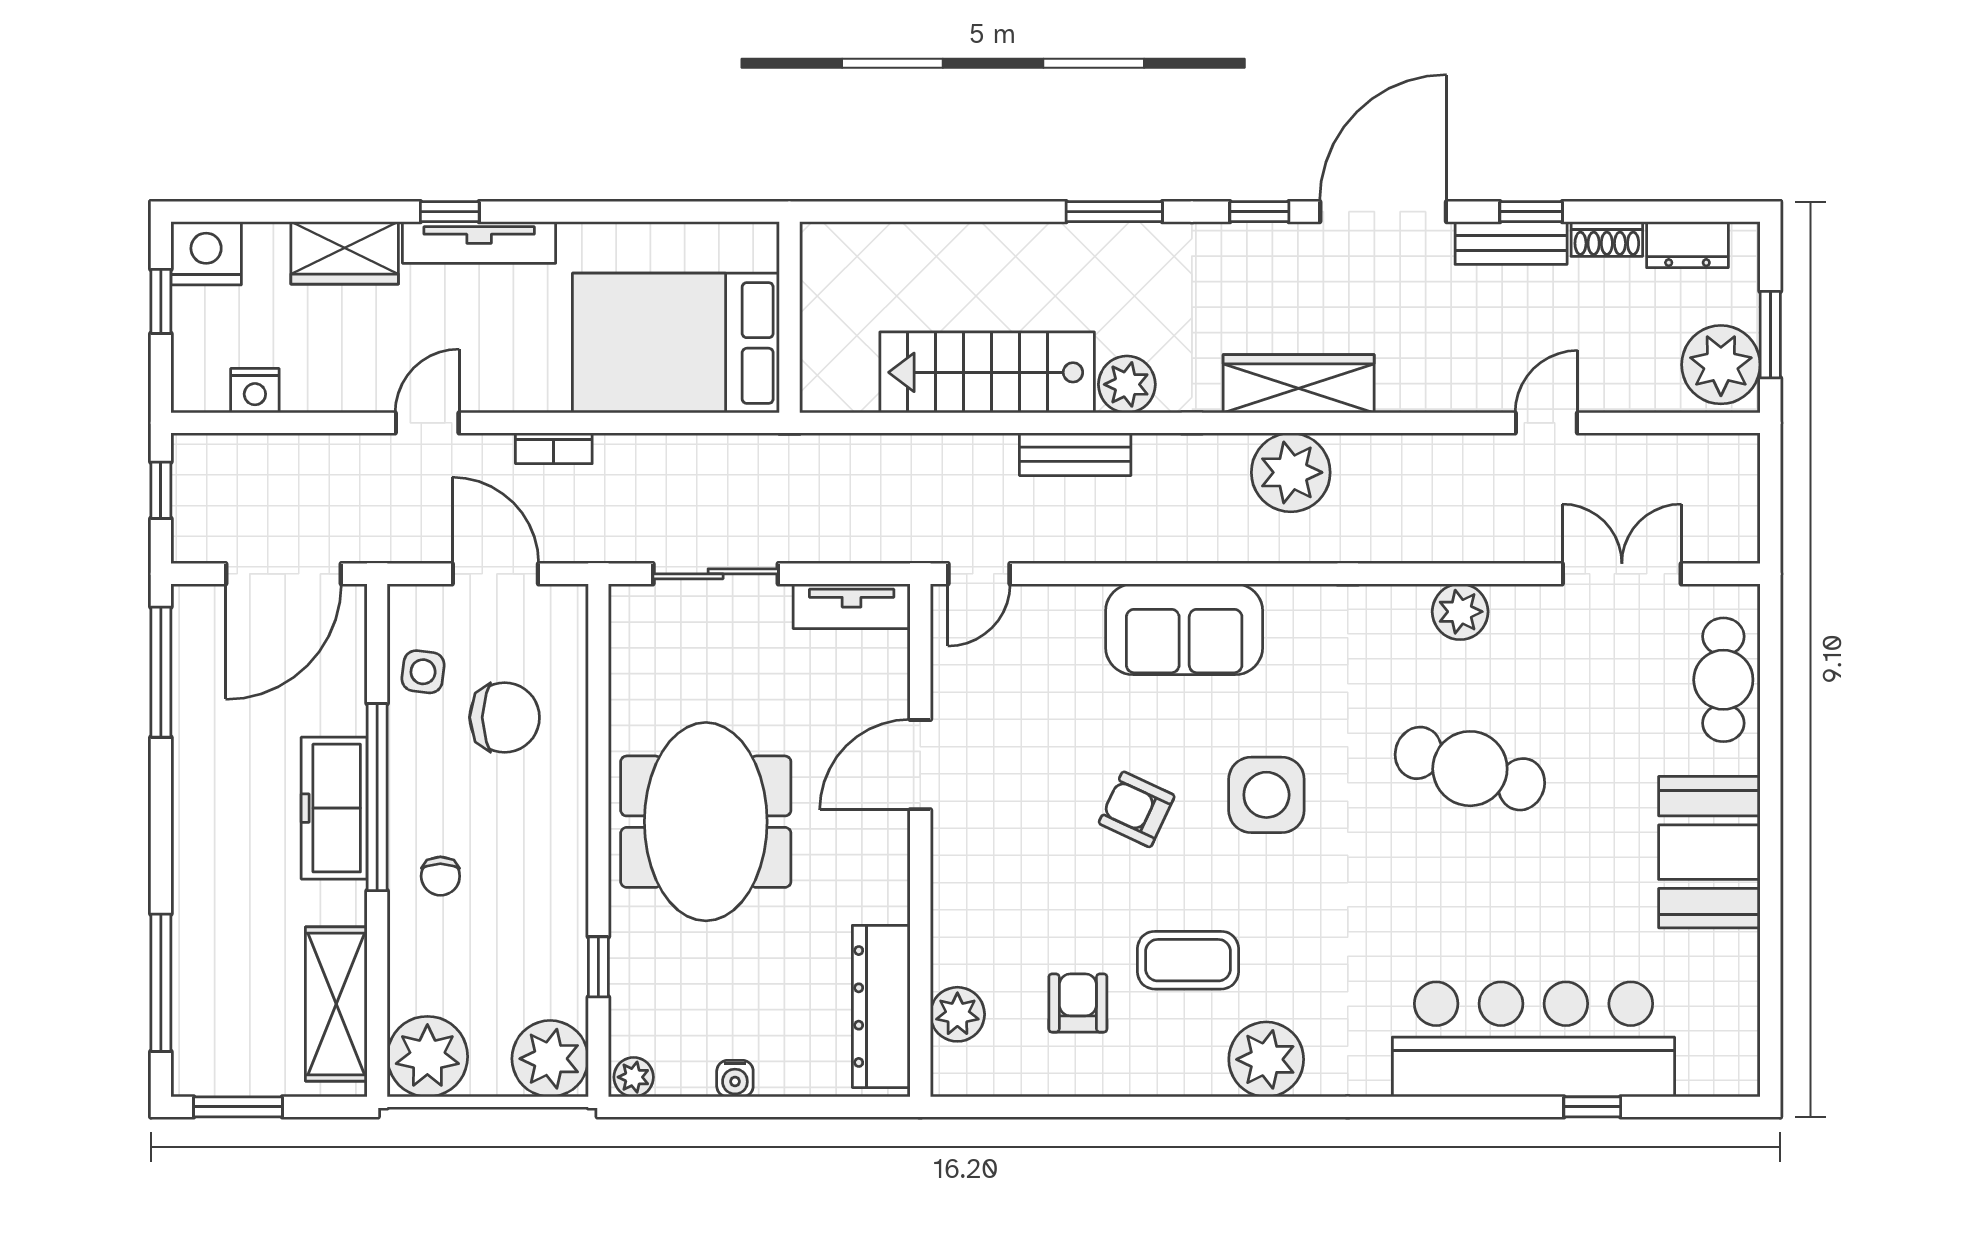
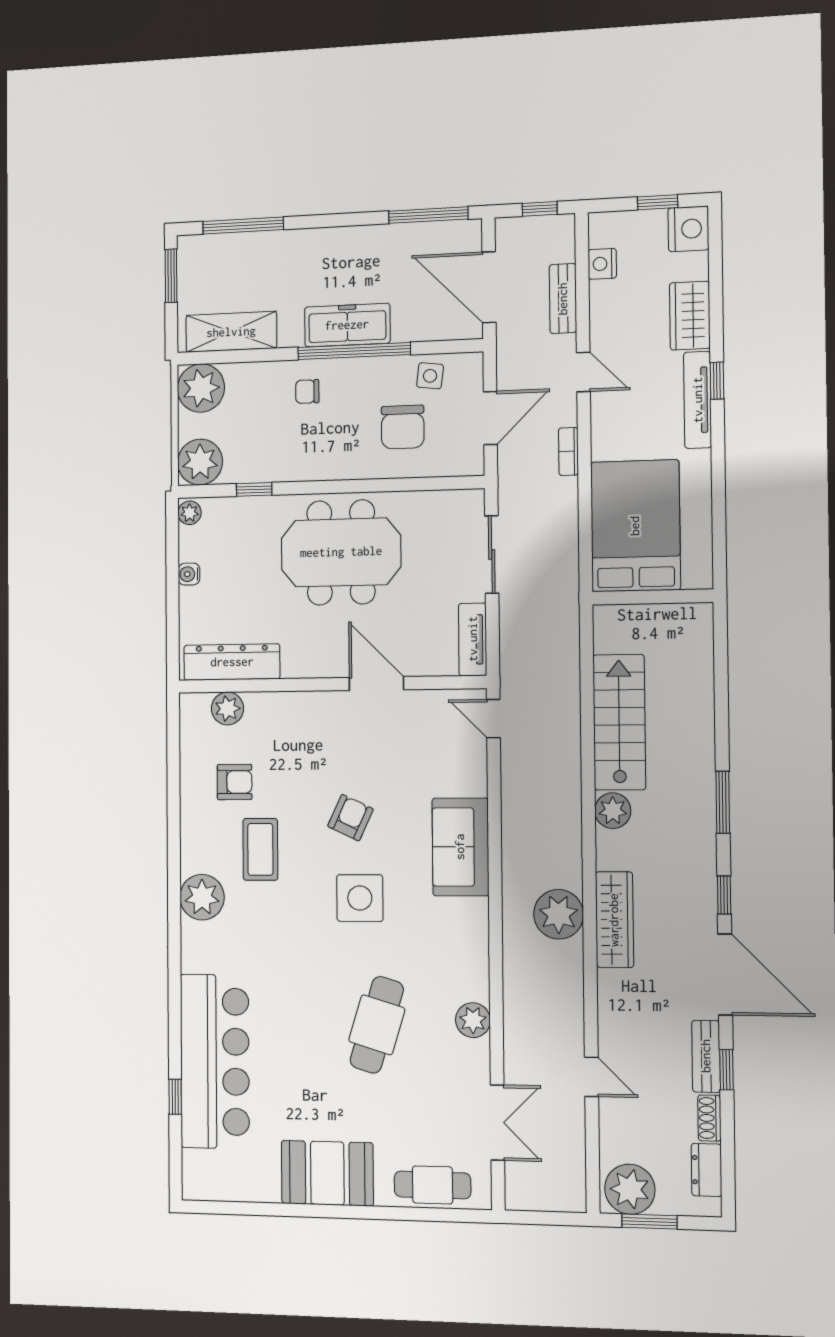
bench: (1075, 454) -> (563, 299), moved

